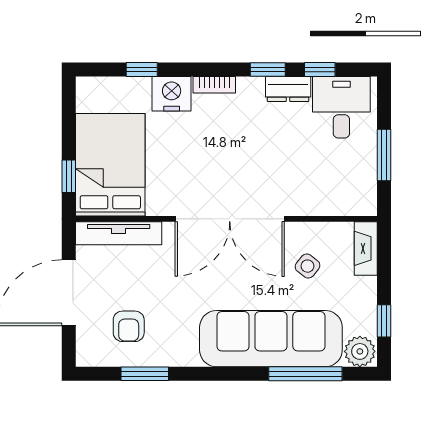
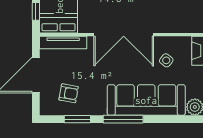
armchair: (129, 326) -> (69, 93), turned -80
window: (305, 374) -> (123, 119), moved

